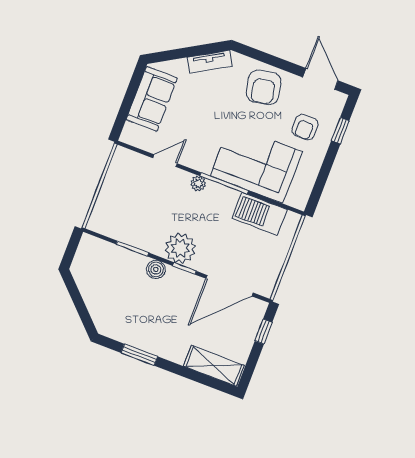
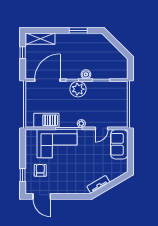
armchair: (264, 87) -> (68, 182), removed
sofa: (152, 99) -> (119, 144), moved
window: (264, 332) -> (23, 53), moved

